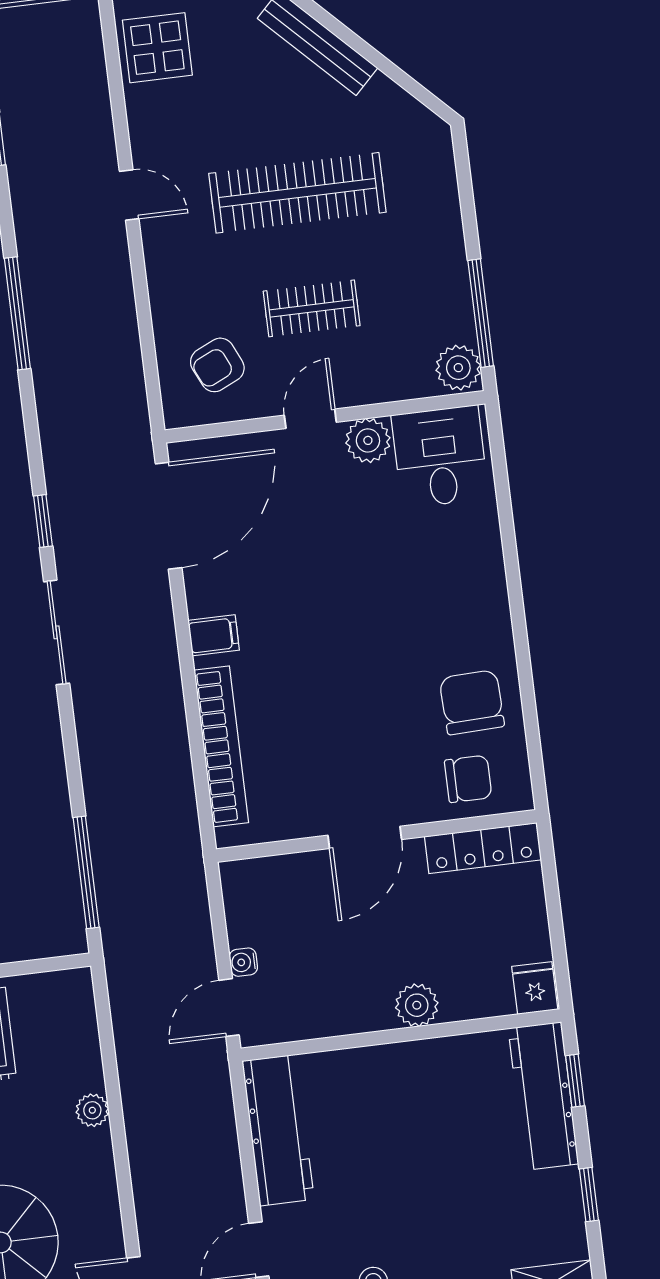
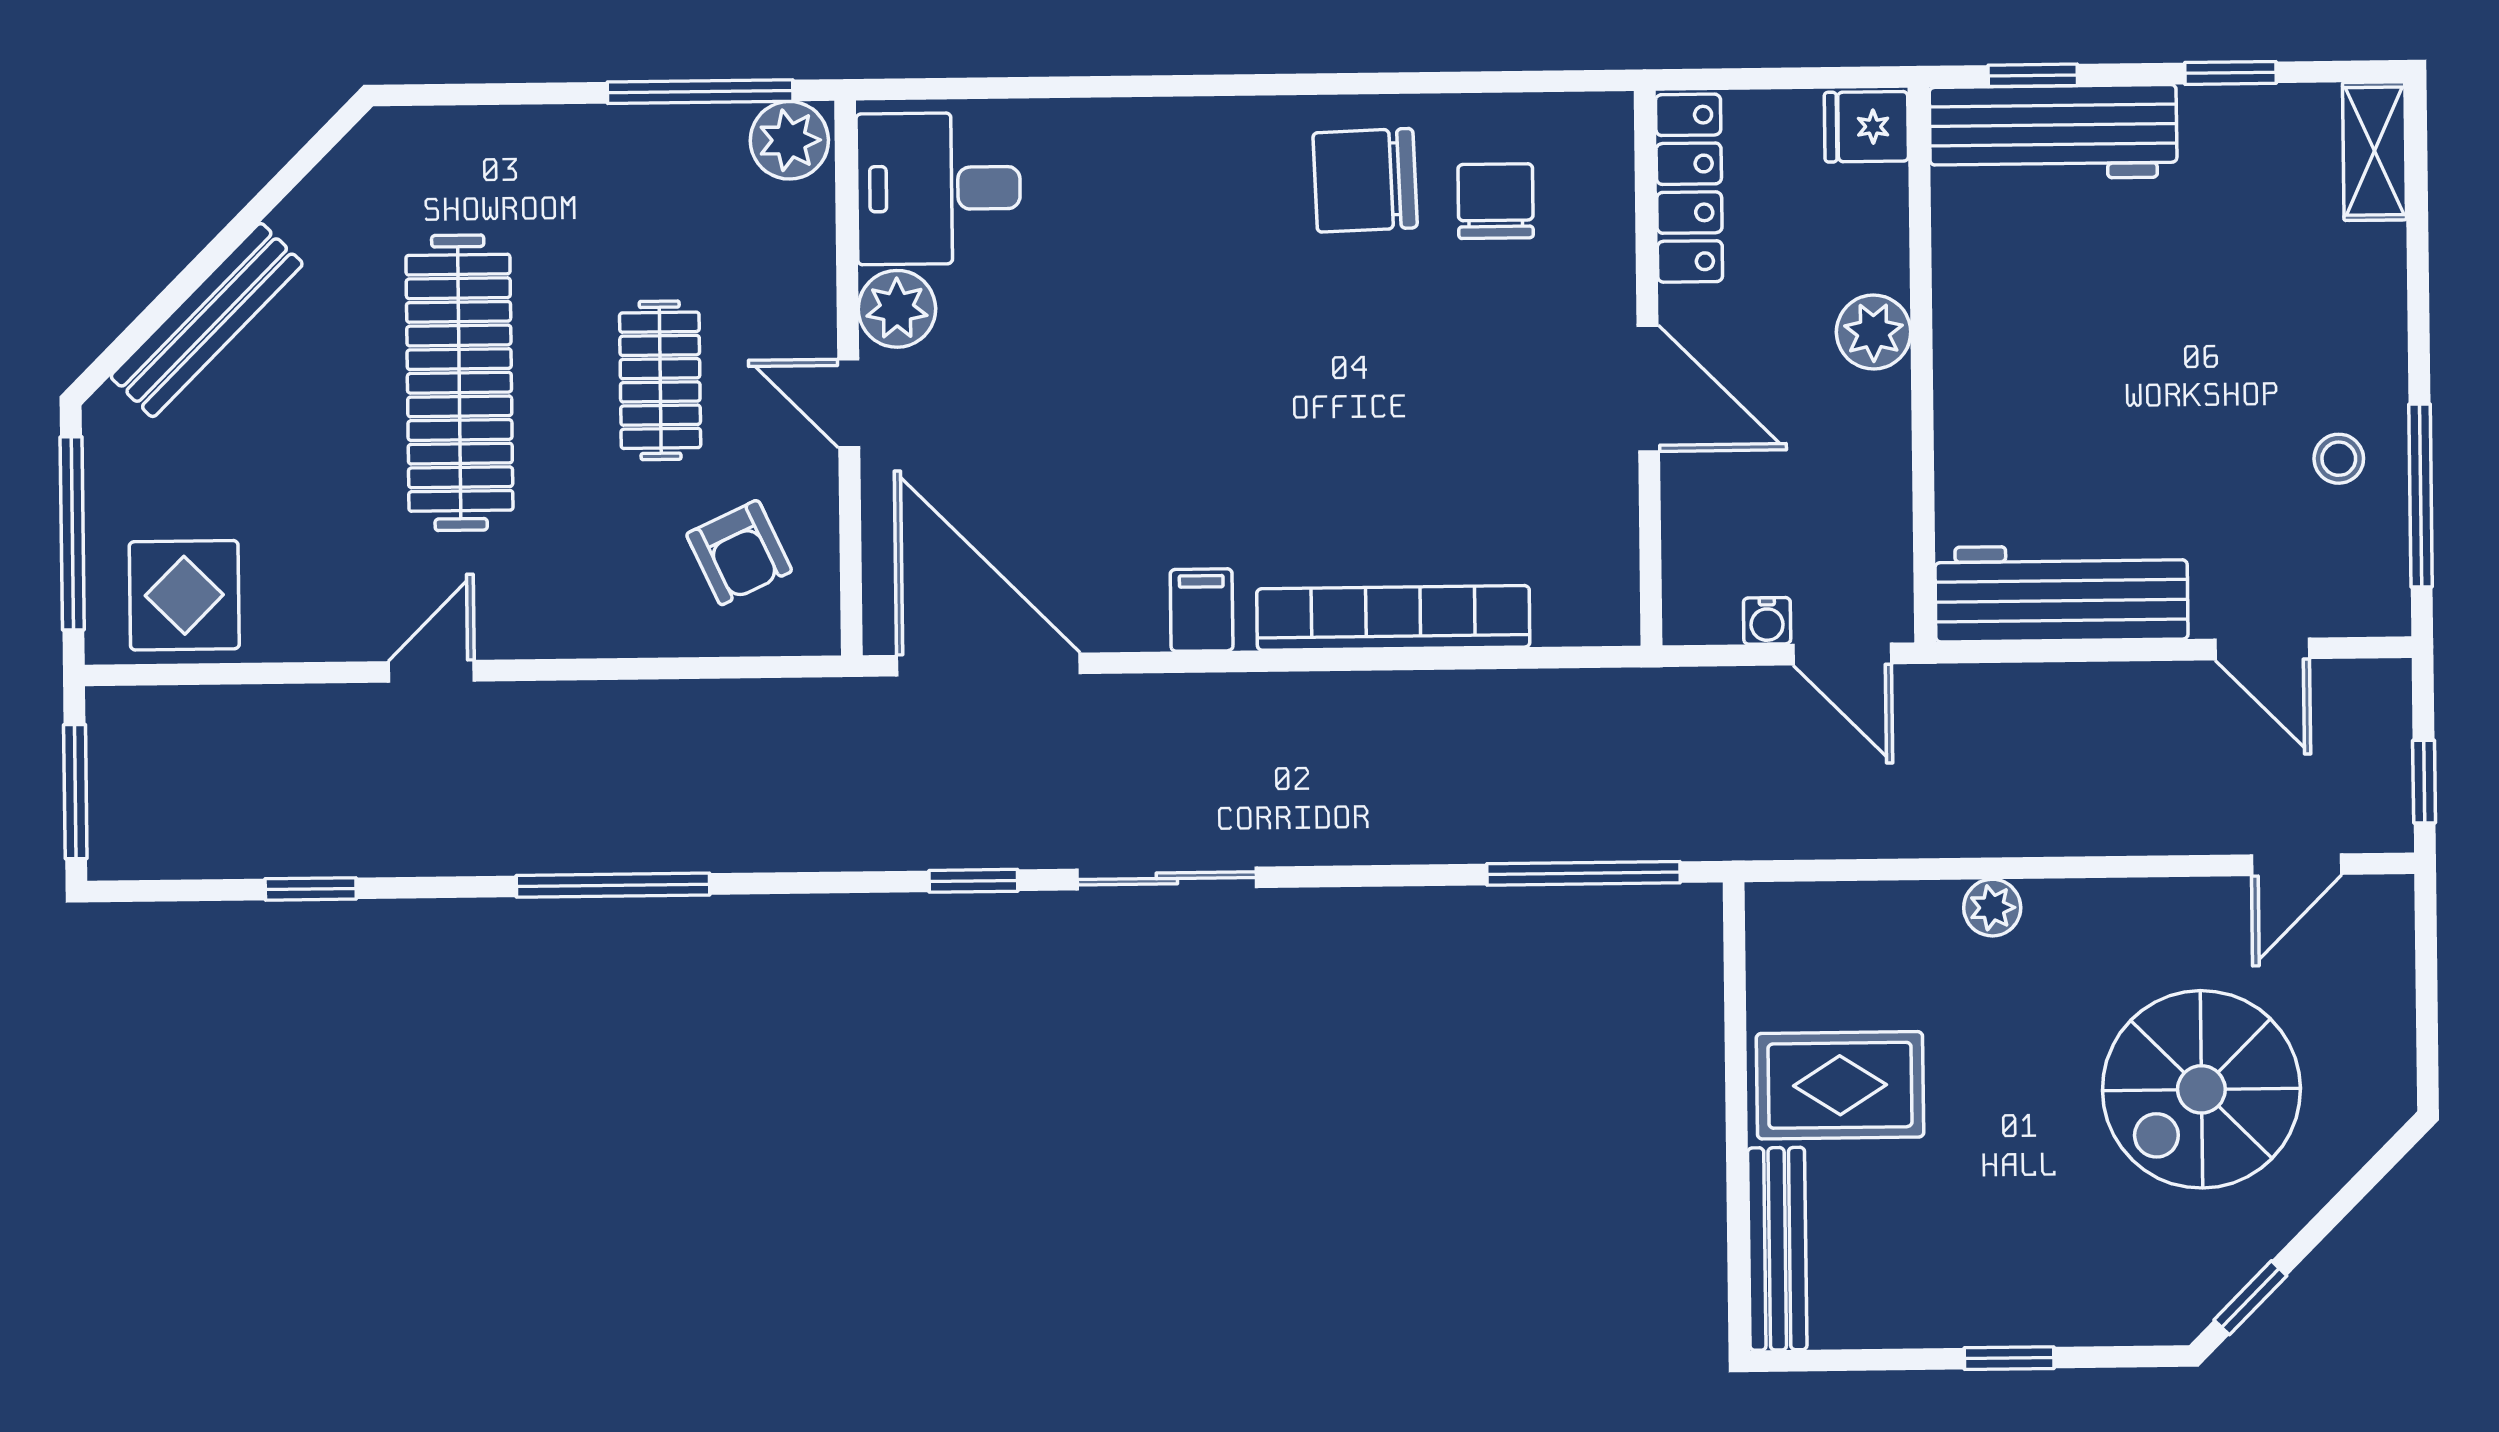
wall: (376, 836) -> (1648, 368), moved
door: (365, 837) -> (1648, 388), moved
locker: (483, 848) -> (1689, 188), moved

